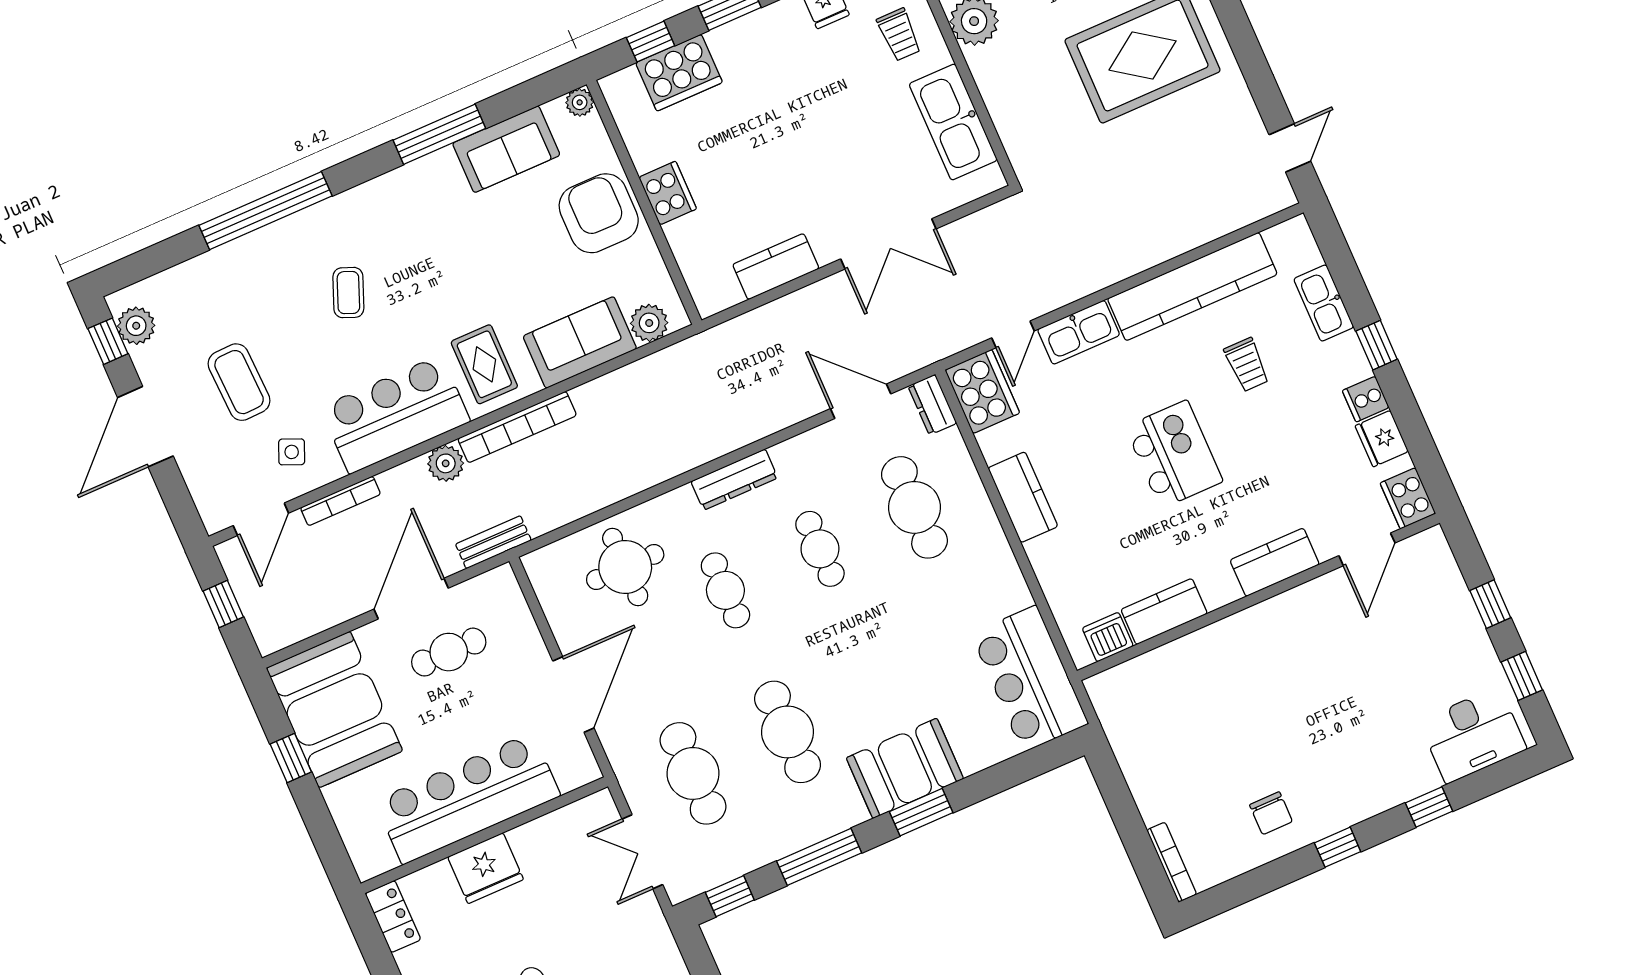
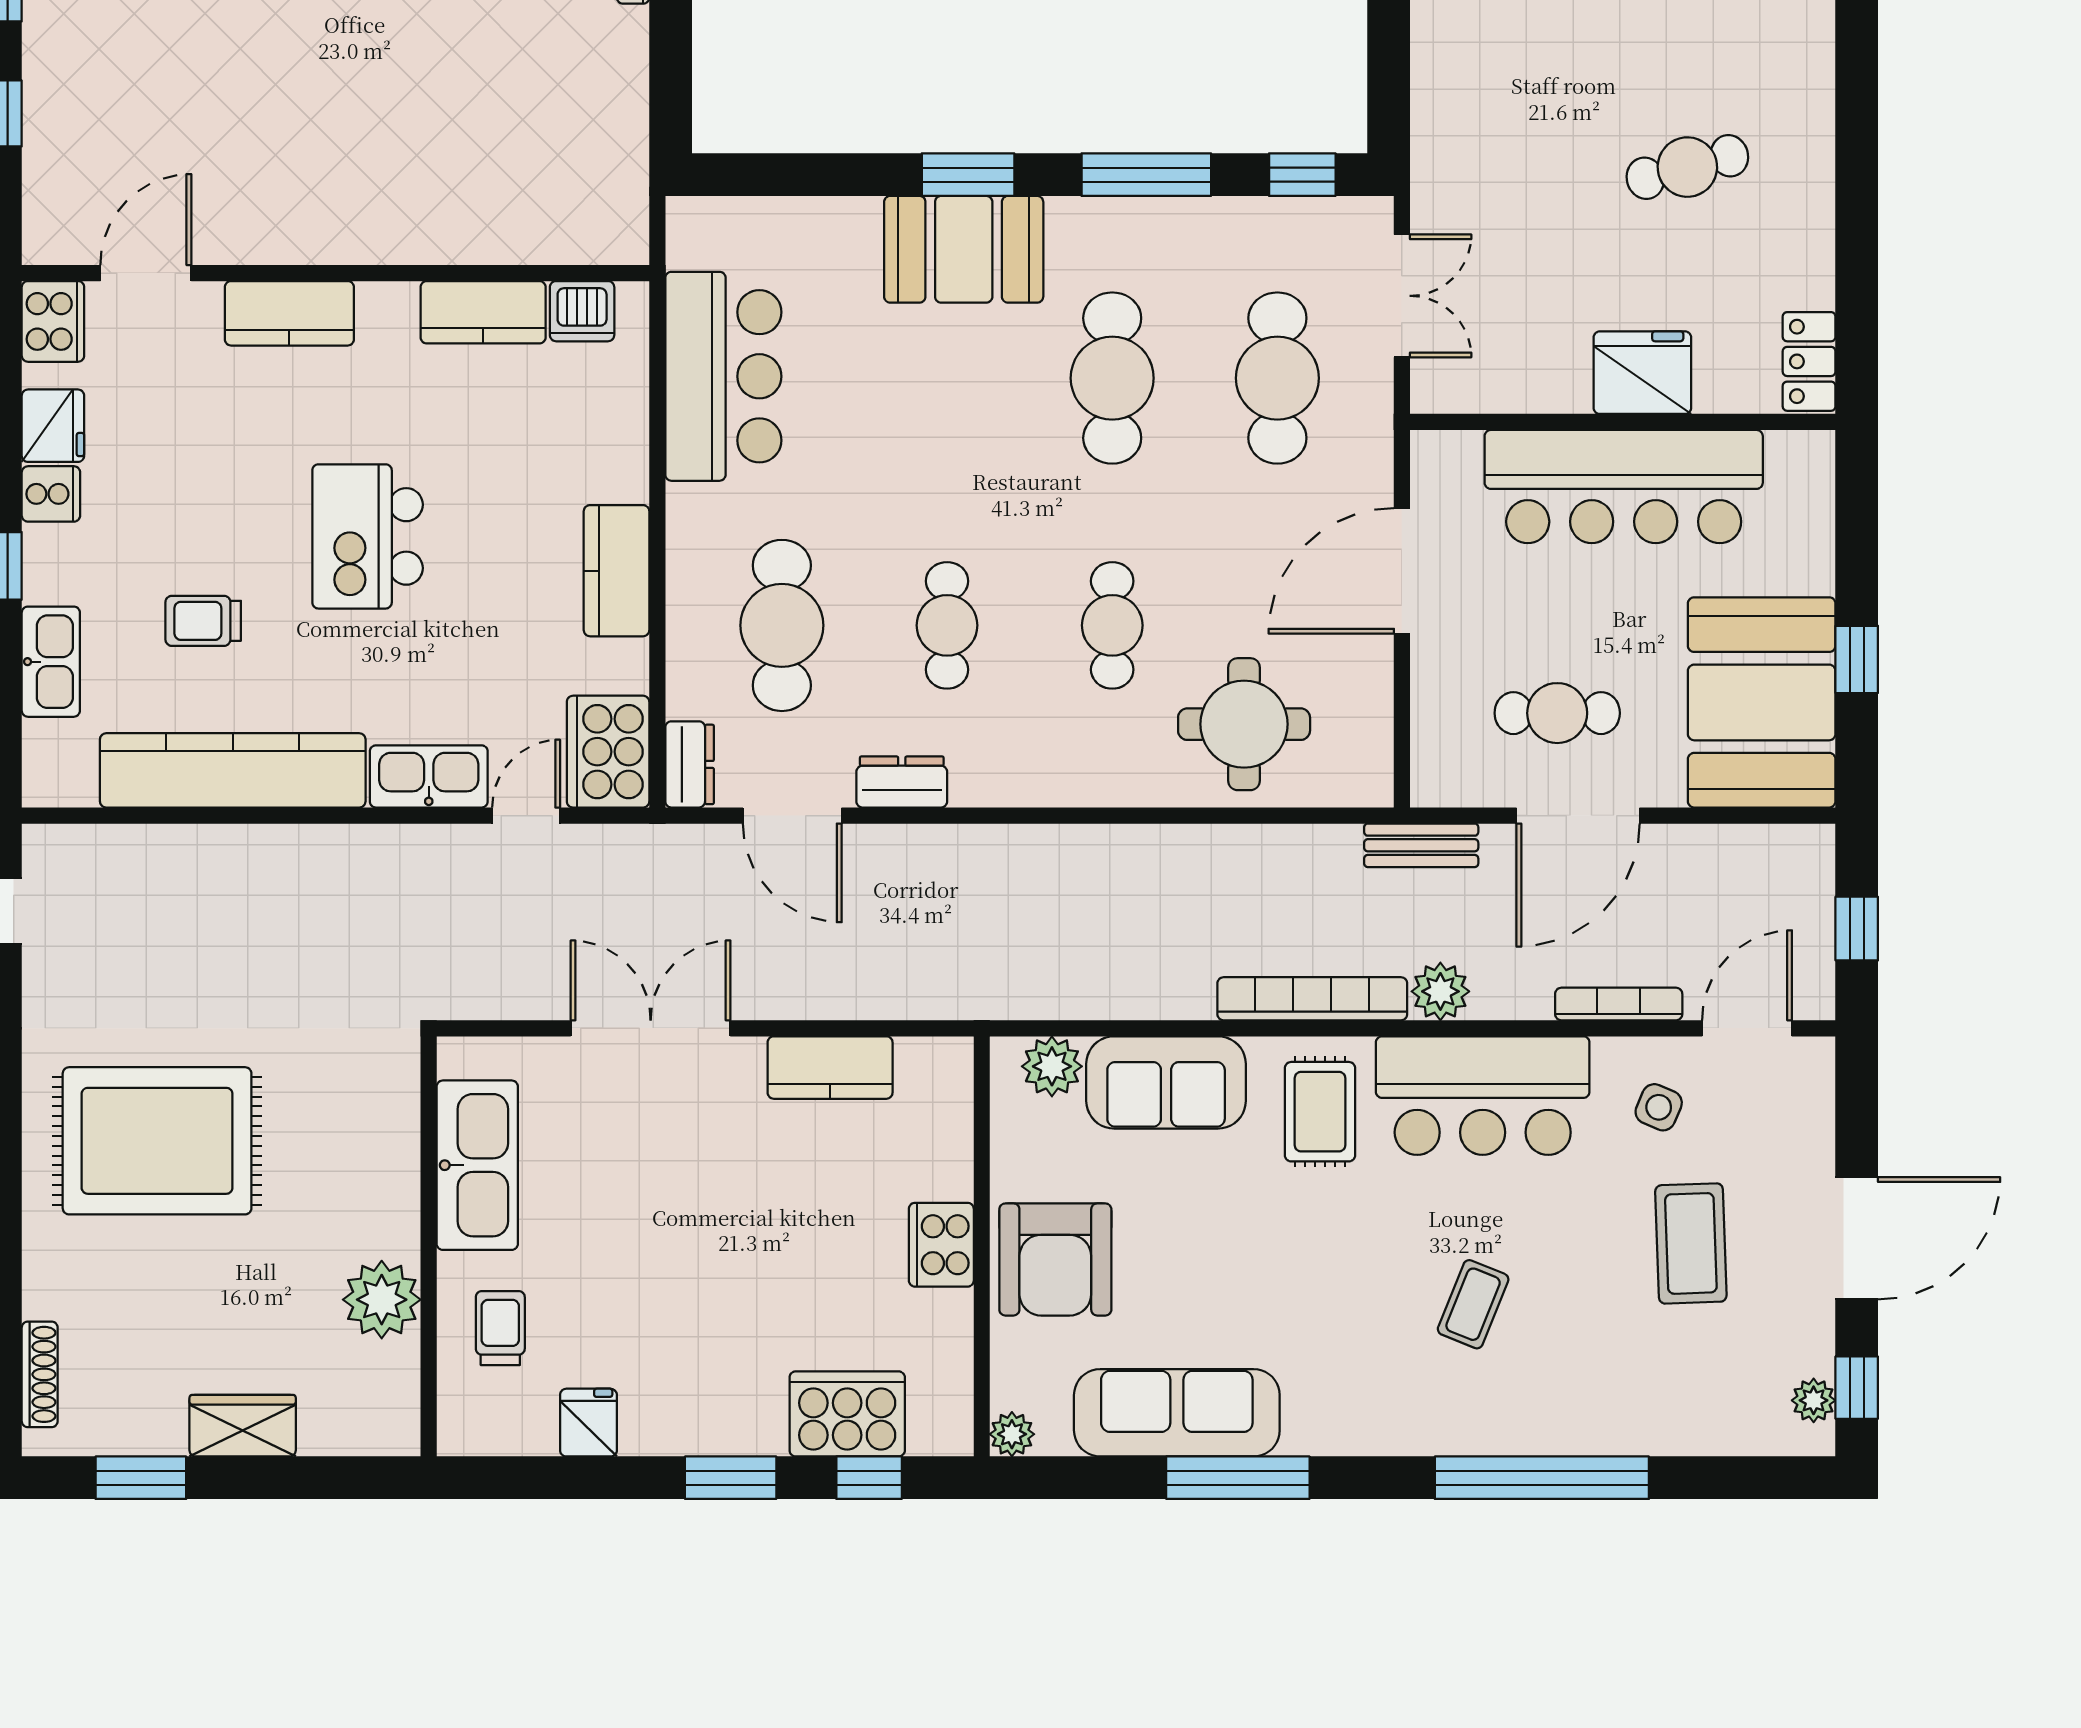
sofa: (506, 149) -> (1177, 1413), width x1.36
plant: (136, 326) -> (1814, 1400), width x0.73, depth x0.73
trolley: (1247, 365) -> (203, 621), turned -90
dresser: (734, 480) -> (902, 782), moved, width x0.70
bar counter: (1030, 679) -> (723, 376), moved

